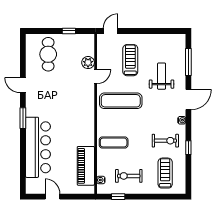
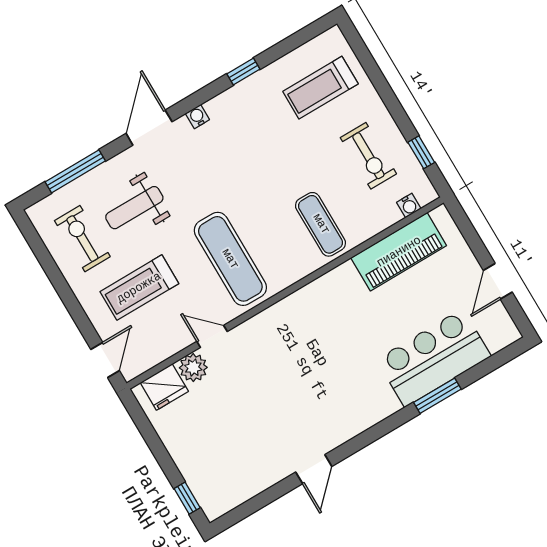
window: (69, 31) -> (187, 498), moved
door: (111, 31) -> (105, 360), swing flipped
fridge: (87, 47) -> (164, 387), added
cafe table: (48, 54) -> (224, 456), removed
door: (188, 100) -> (149, 128), hinge flipped
window: (23, 118) -> (437, 396), moved
exercise bike: (165, 141) -> (82, 239), moved
bar counter: (38, 147) -> (434, 358), width x0.73

